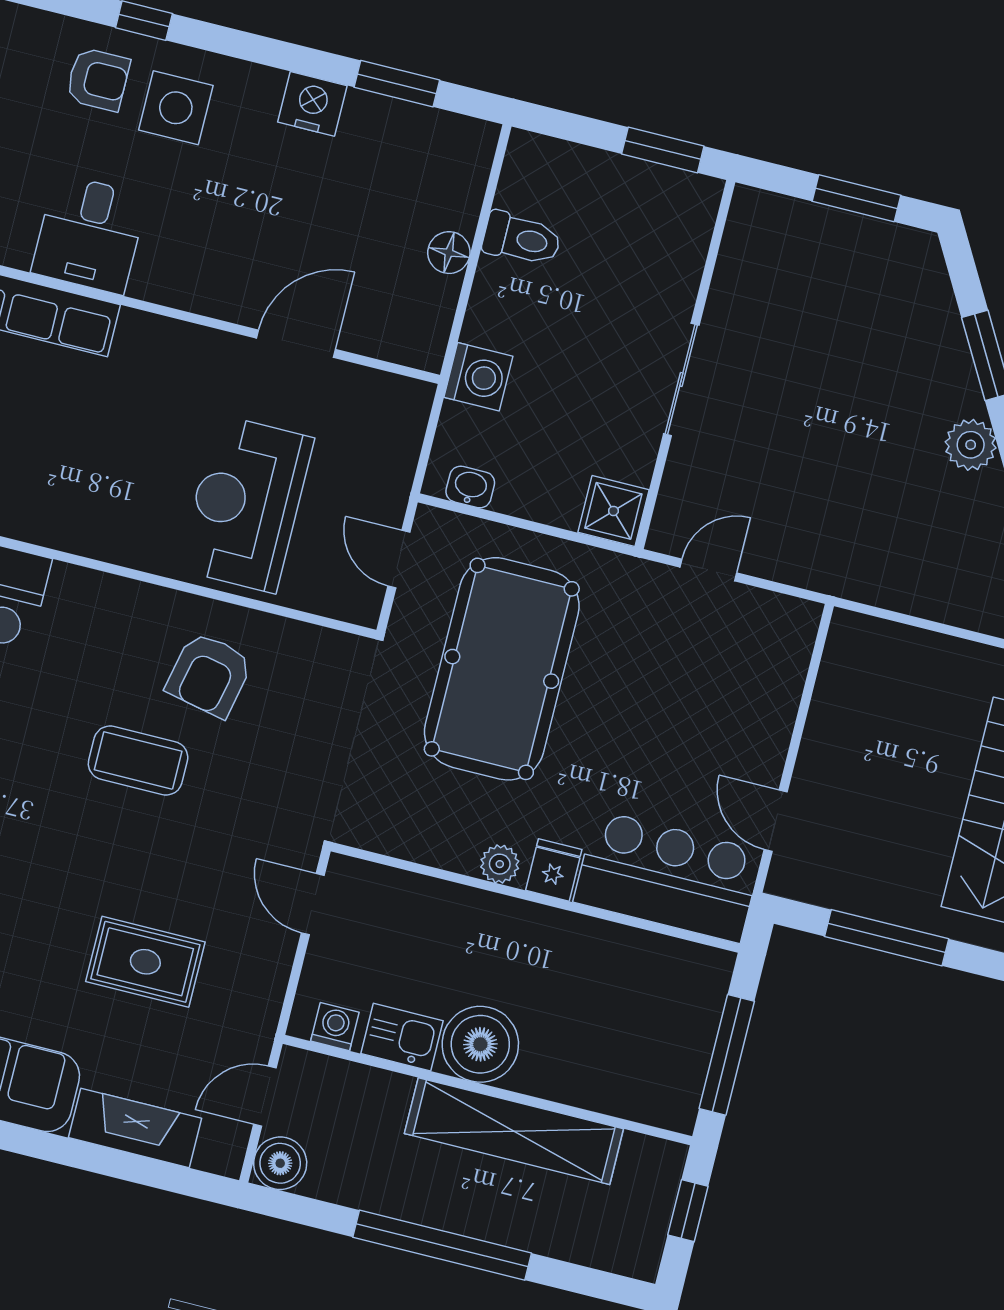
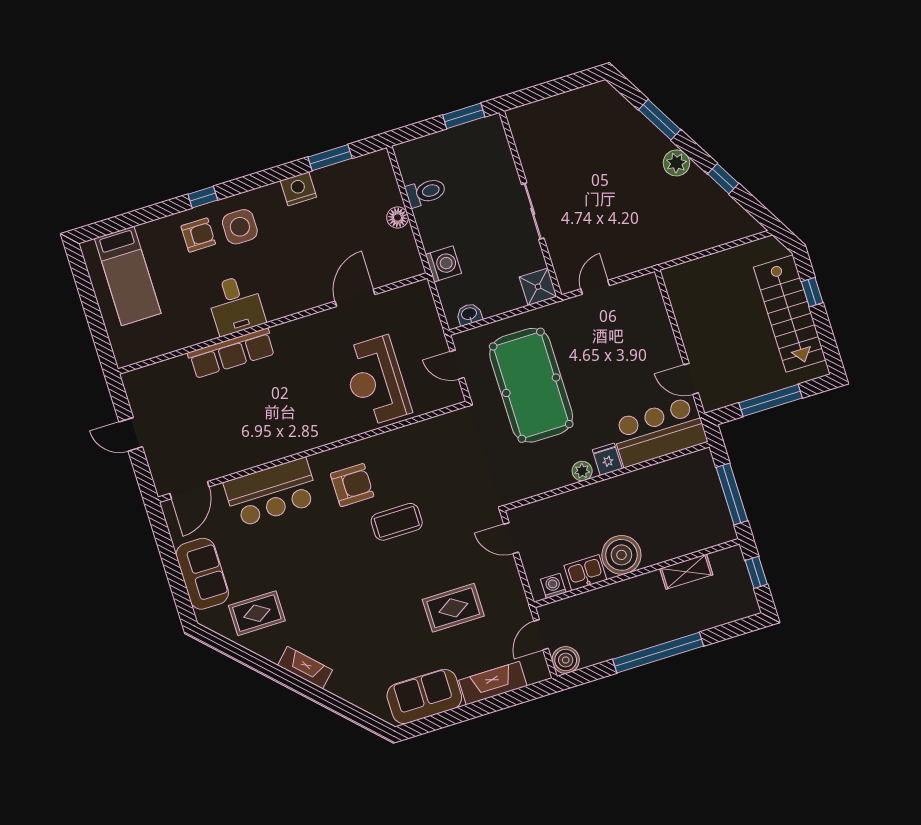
window: (857, 198) -> (561, 86), removed
armchair: (209, 675) -> (352, 485), moved, turned -102
shelving: (514, 1131) -> (686, 572), width x0.45, depth x0.75

